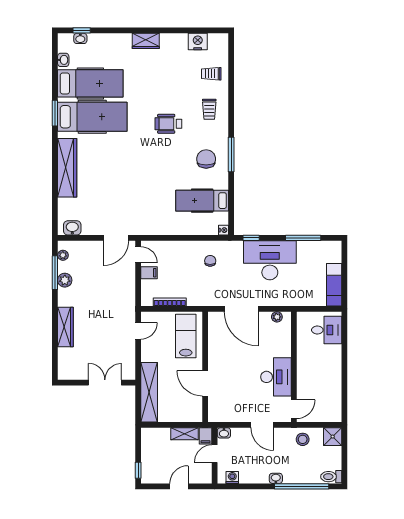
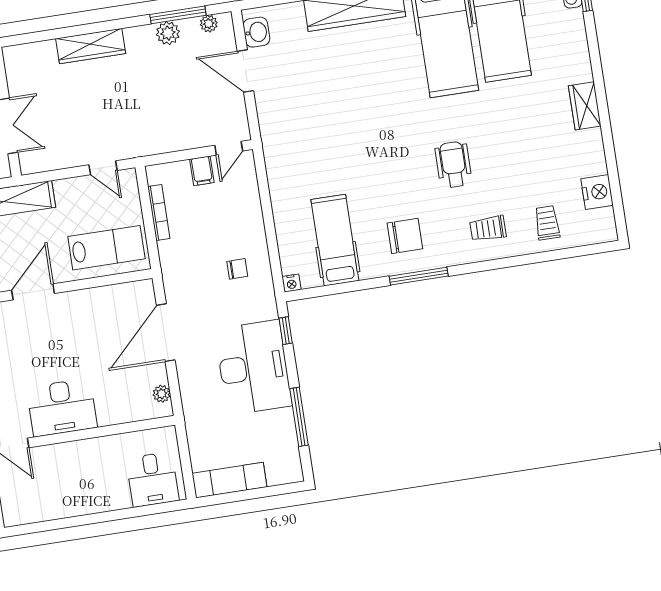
door: (116, 238) -> (245, 71), moved

